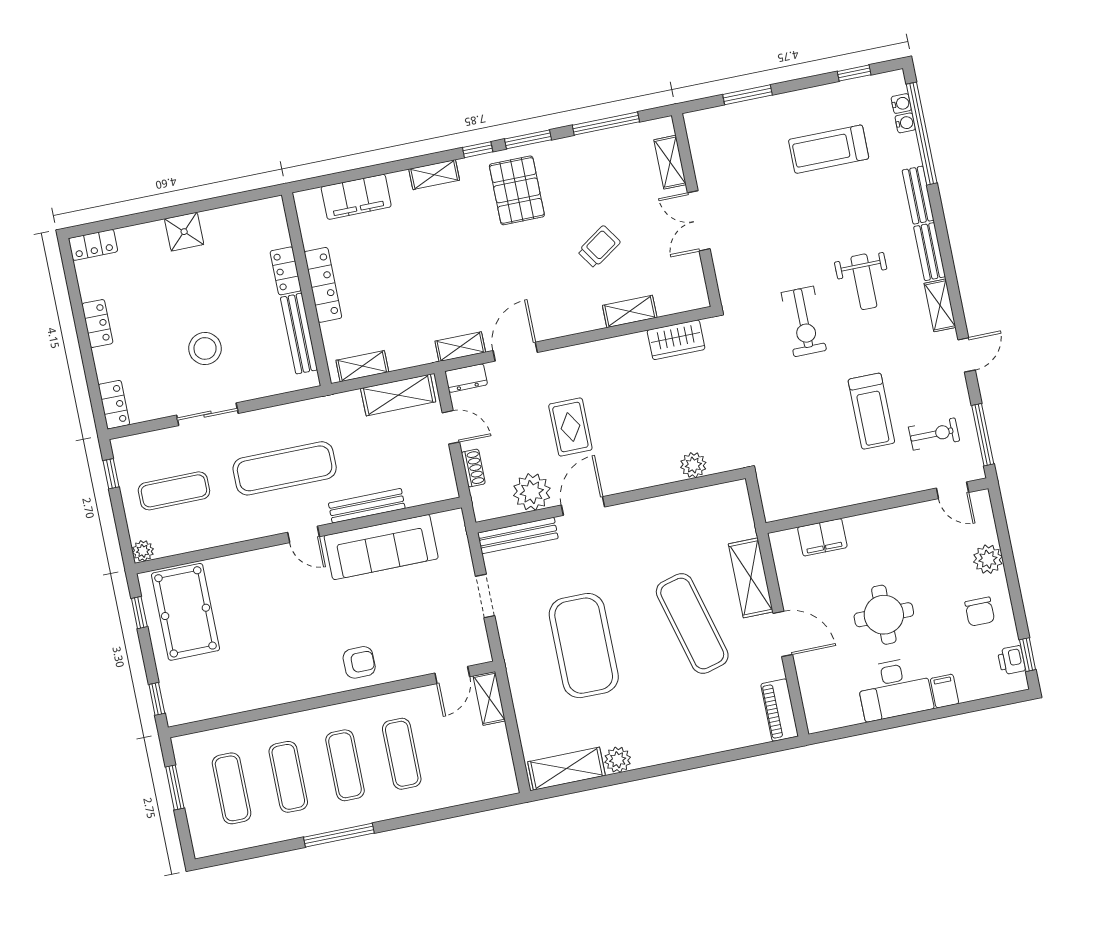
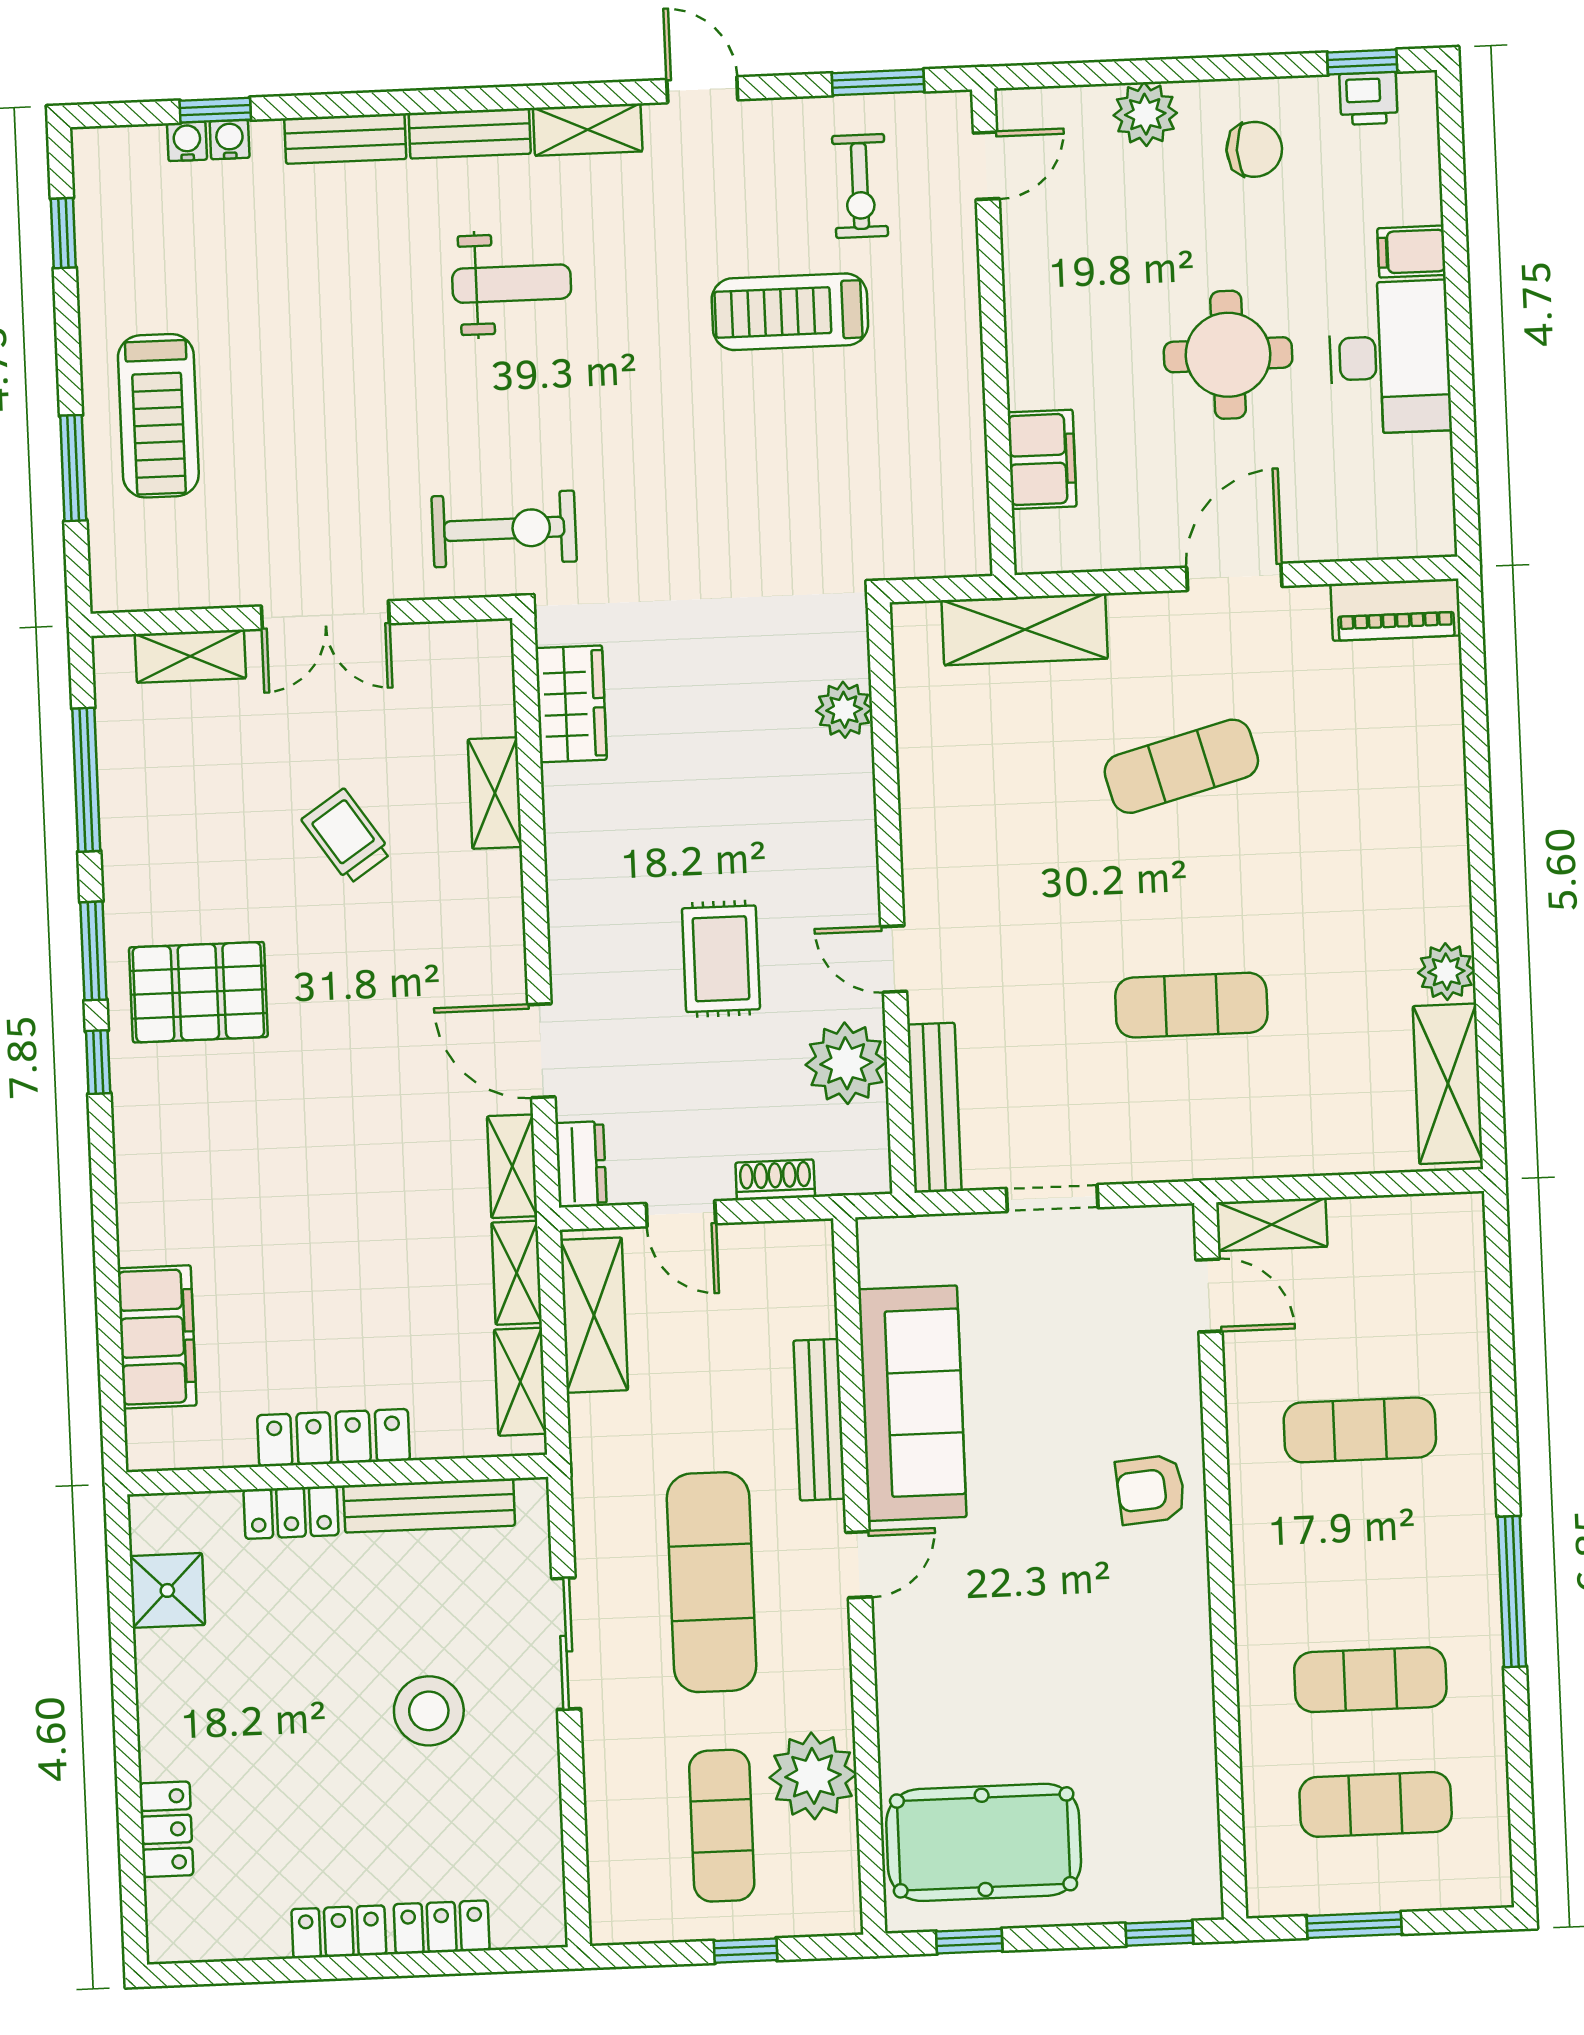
water cooler: (901, 104) -> (230, 140), moved
window: (922, 134) -> (215, 110), width x0.32
treadmill: (829, 149) -> (158, 416), moved
shelving: (434, 175) -> (517, 1273), moved
shower: (184, 232) -> (167, 1590), moved
locker: (93, 245) -> (166, 1829), moved
exercise bike: (804, 321) -> (504, 529), moved
locker: (114, 405) -> (442, 1927), moved
treadmill: (871, 411) -> (790, 312), turned 180
sliding door: (207, 414) -> (566, 1644), moved
door: (451, 427) -> (681, 1214), swing flipped
rug: (570, 427) -> (721, 959), turned 90
exercise bike: (934, 434) -> (860, 186), turned 180
window: (983, 435) -> (878, 82), width x0.69
window: (111, 474) -> (746, 1951), moved
door: (583, 506) -> (894, 959), width x0.73
plant: (143, 551) -> (813, 1776), moved, width x1.87, depth x1.87
shelving: (751, 578) -> (1025, 629), moved
exercise mat: (692, 623) -> (1181, 766), width x0.73, depth x0.69
exercise mat: (584, 646) -> (1191, 1005), width x0.50, depth x0.69
armchair: (359, 662) -> (1151, 1490), turned -95
exercise mat: (345, 765) -> (1365, 1555), removed

